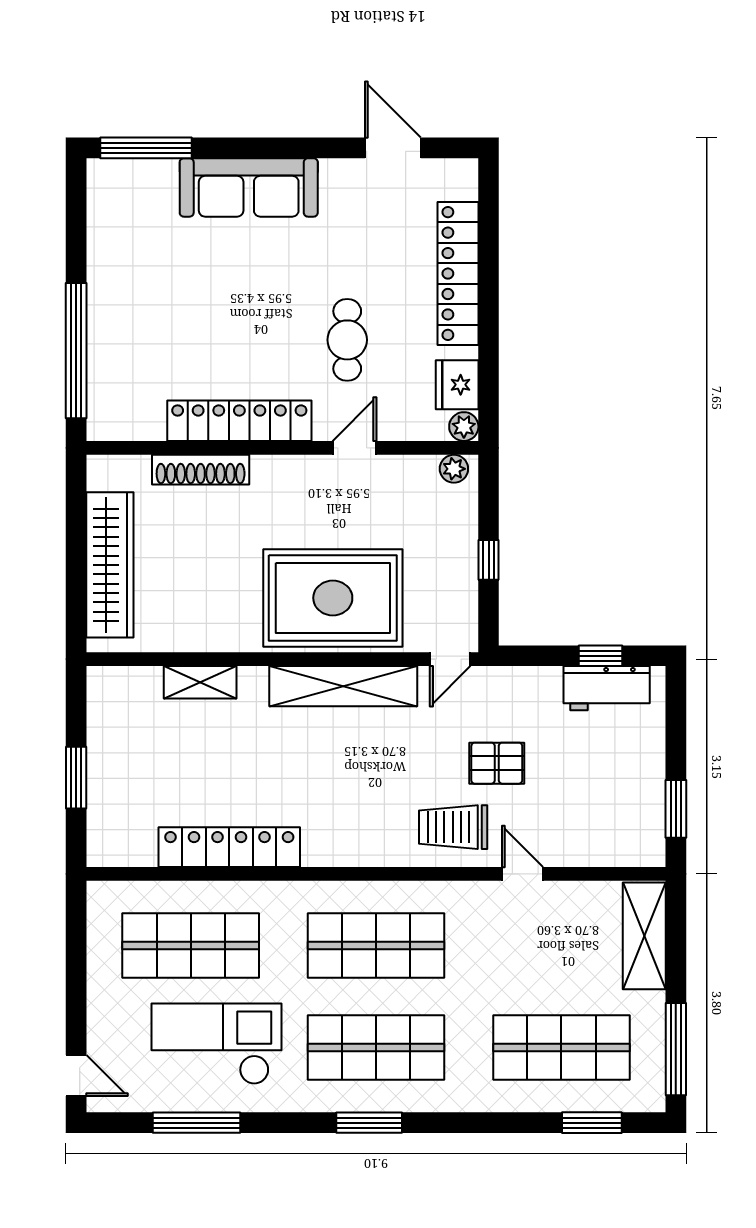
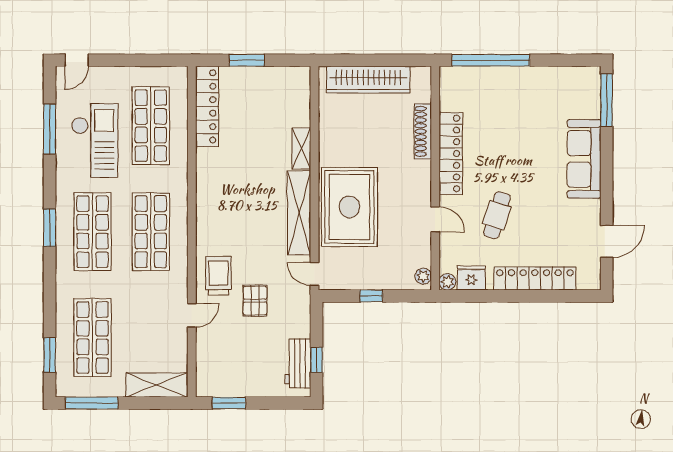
cafe table: (347, 340) -> (497, 215), turned -73
shelving: (200, 682) -> (301, 148), moved
locker: (229, 847) -> (207, 106), moved

